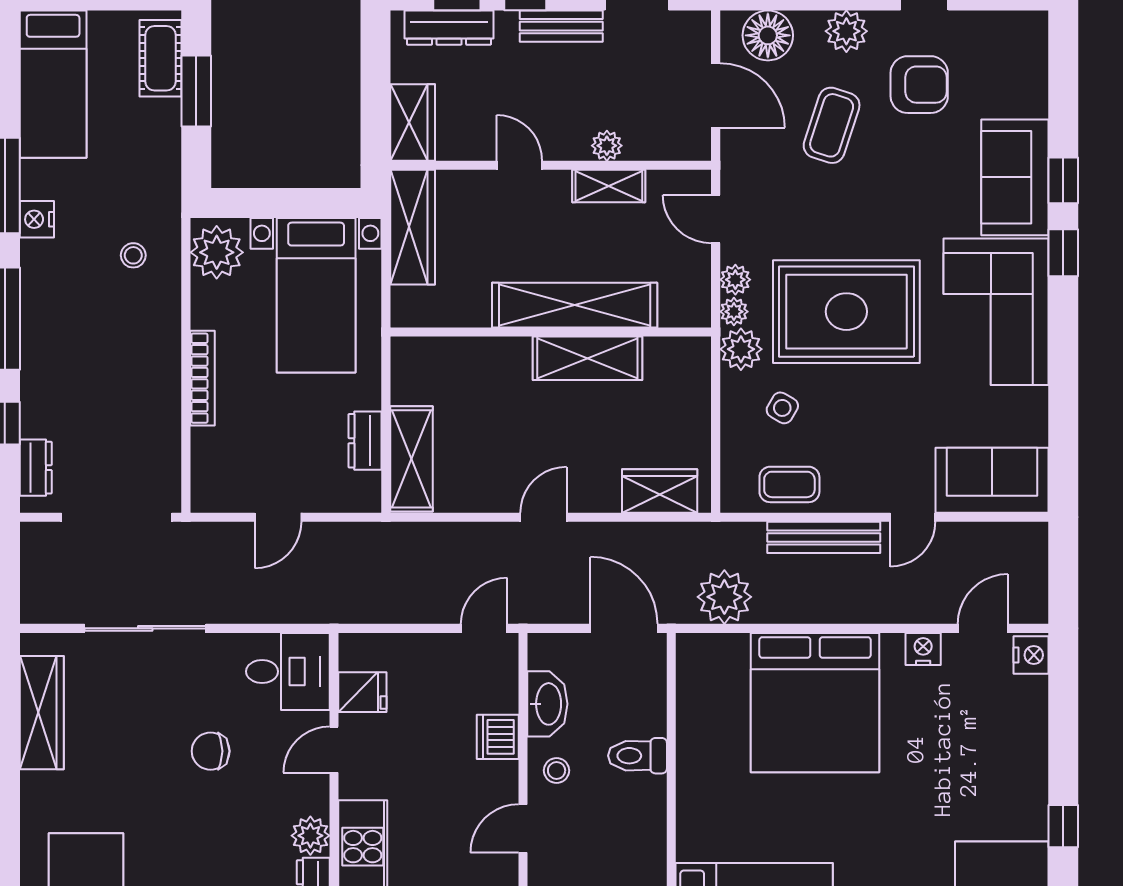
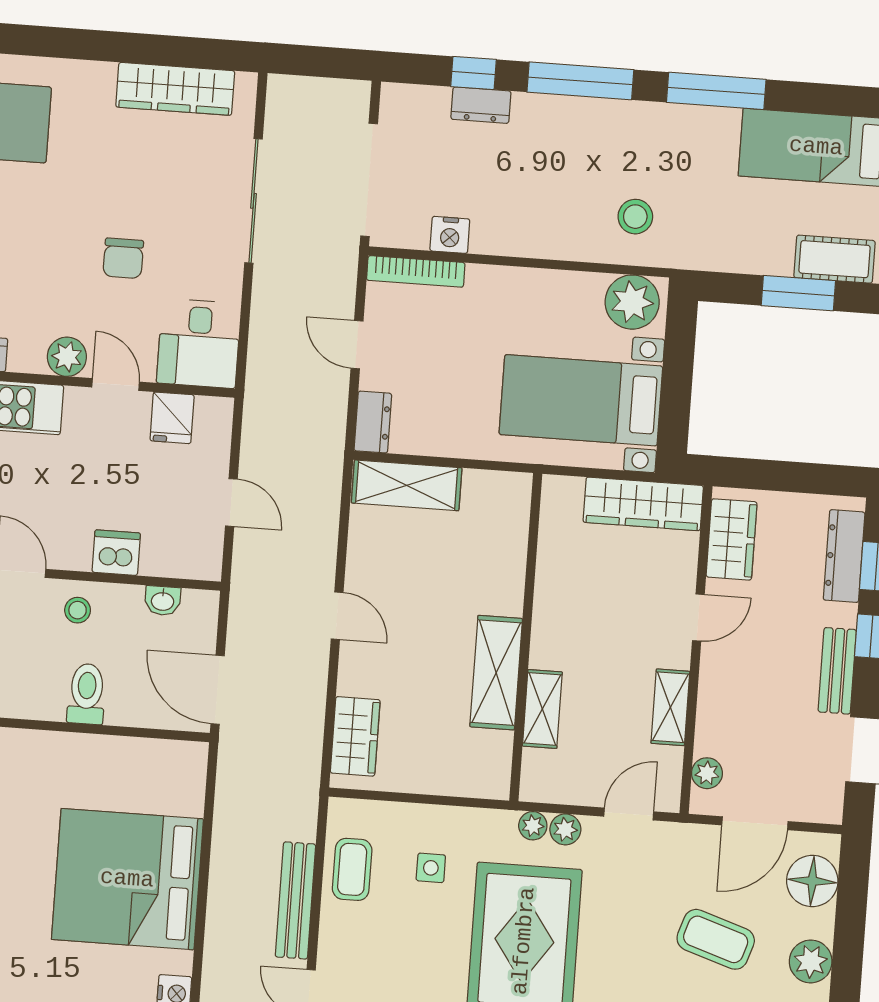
wardrobe: (413, 122) -> (732, 539), moved, turned -90
plant: (607, 146) -> (707, 773), moved
nightstand: (37, 219) -> (450, 235), moved, turned 180
stool: (133, 255) -> (635, 217), width x1.37, depth x1.37
shelving: (575, 305) -> (542, 709), width x0.45, depth x0.75
plant: (741, 349) -> (494, 830), removed
bookcase: (202, 378) -> (416, 271), moved
side table: (782, 408) -> (431, 868), turned -30
dresser: (365, 441) -> (373, 422), moved, turned 90
dresser: (36, 468) -> (481, 105), moved
plant: (724, 597) -> (242, 795), removed
door: (484, 628) -> (231, 503), moved
door: (624, 628) -> (218, 690), swing flipped
washbasin: (547, 704) -> (163, 601), width x0.52, depth x0.69
chair: (211, 751) -> (123, 258), turned 180
plant: (310, 836) -> (67, 357), moved

